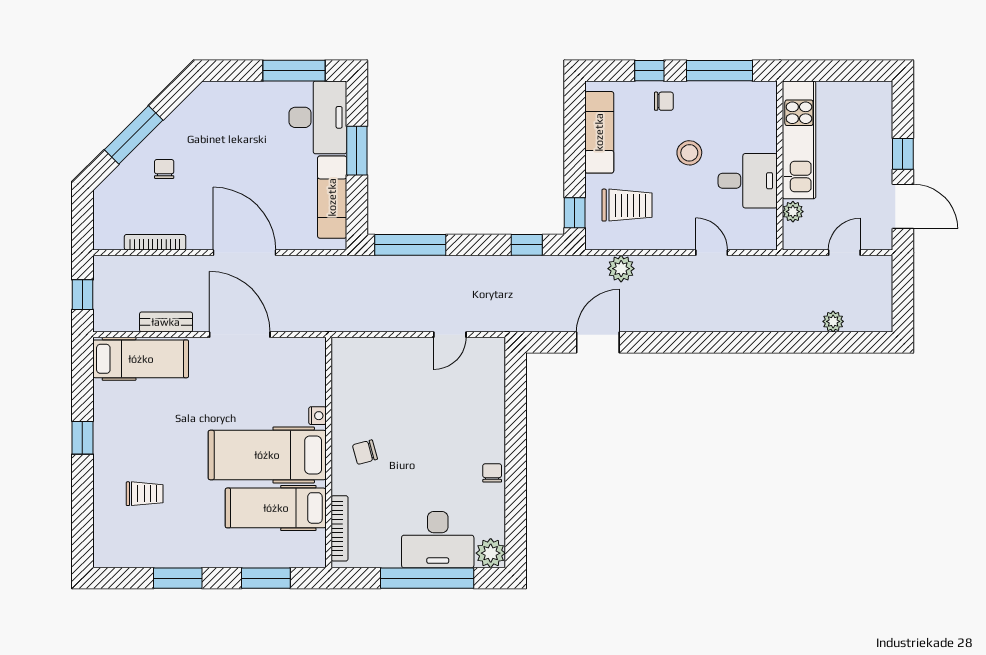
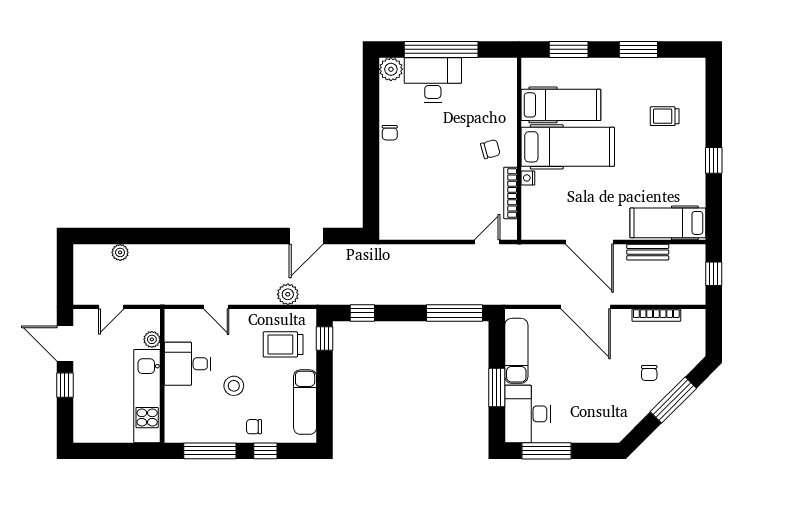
door: (450, 335) -> (487, 242), moved
bookcase: (340, 528) -> (510, 193), moved

